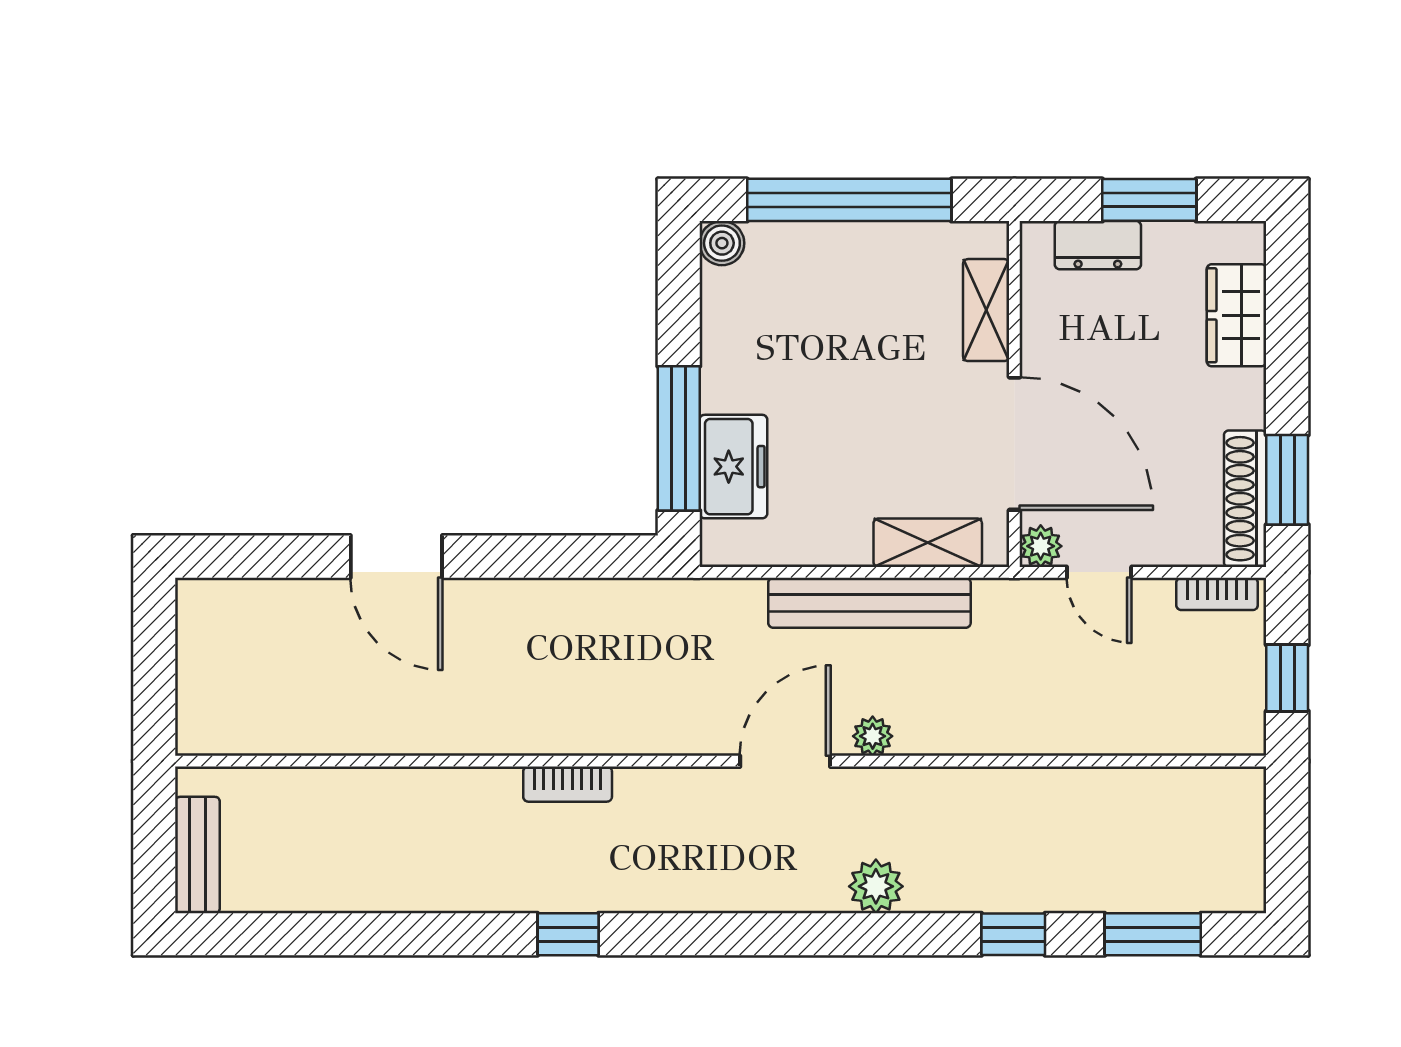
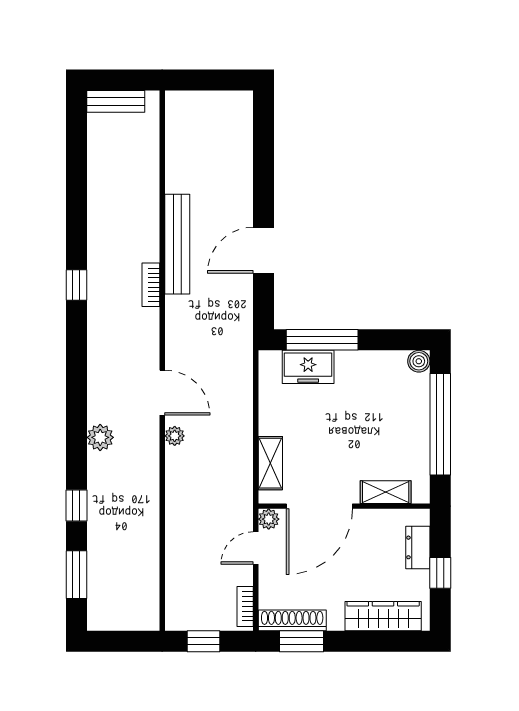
window: (1149, 200) -> (440, 573), width x0.67
wardrobe: (1237, 315) -> (383, 616), width x1.50
door: (396, 557) -> (264, 250), moved
bench: (869, 603) -> (177, 244), moved

